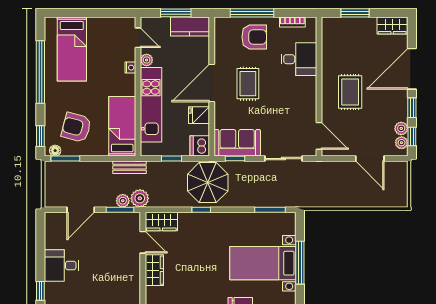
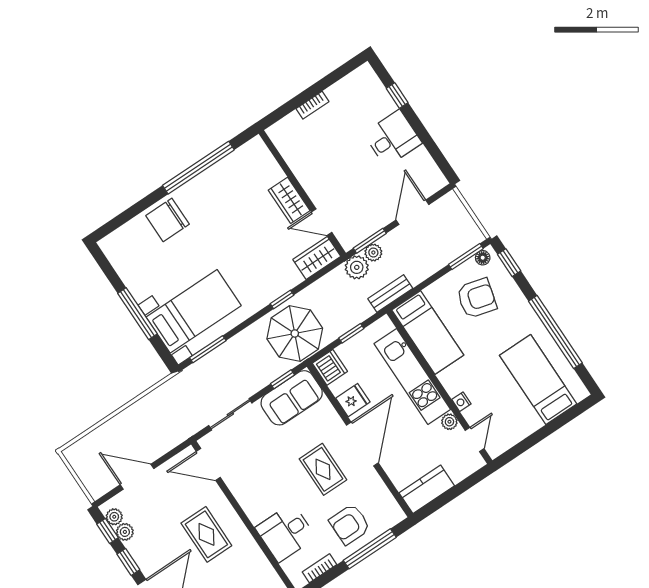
window: (176, 13) -> (452, 494), removed
door: (138, 38) -> (475, 440), swing flipped
bed with nightstands: (263, 263) -> (194, 311), moved

